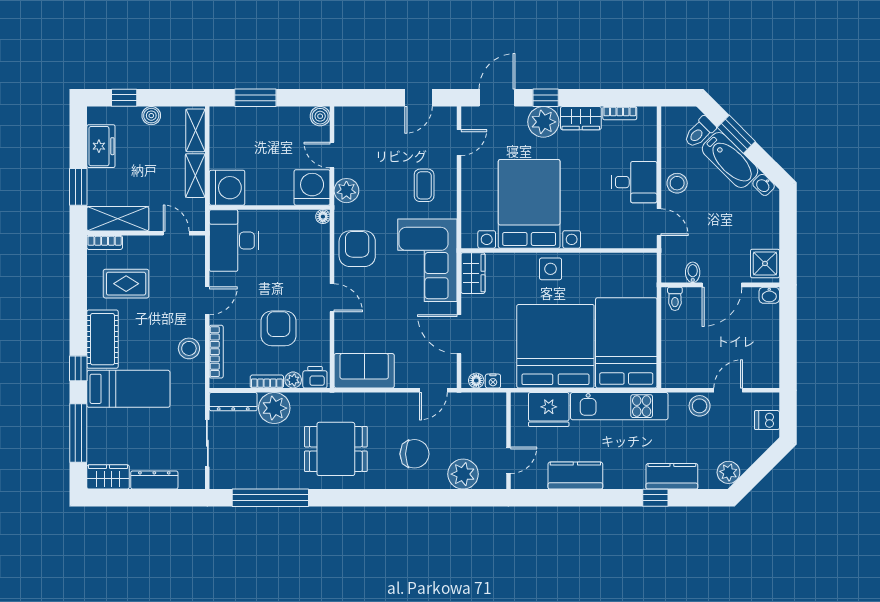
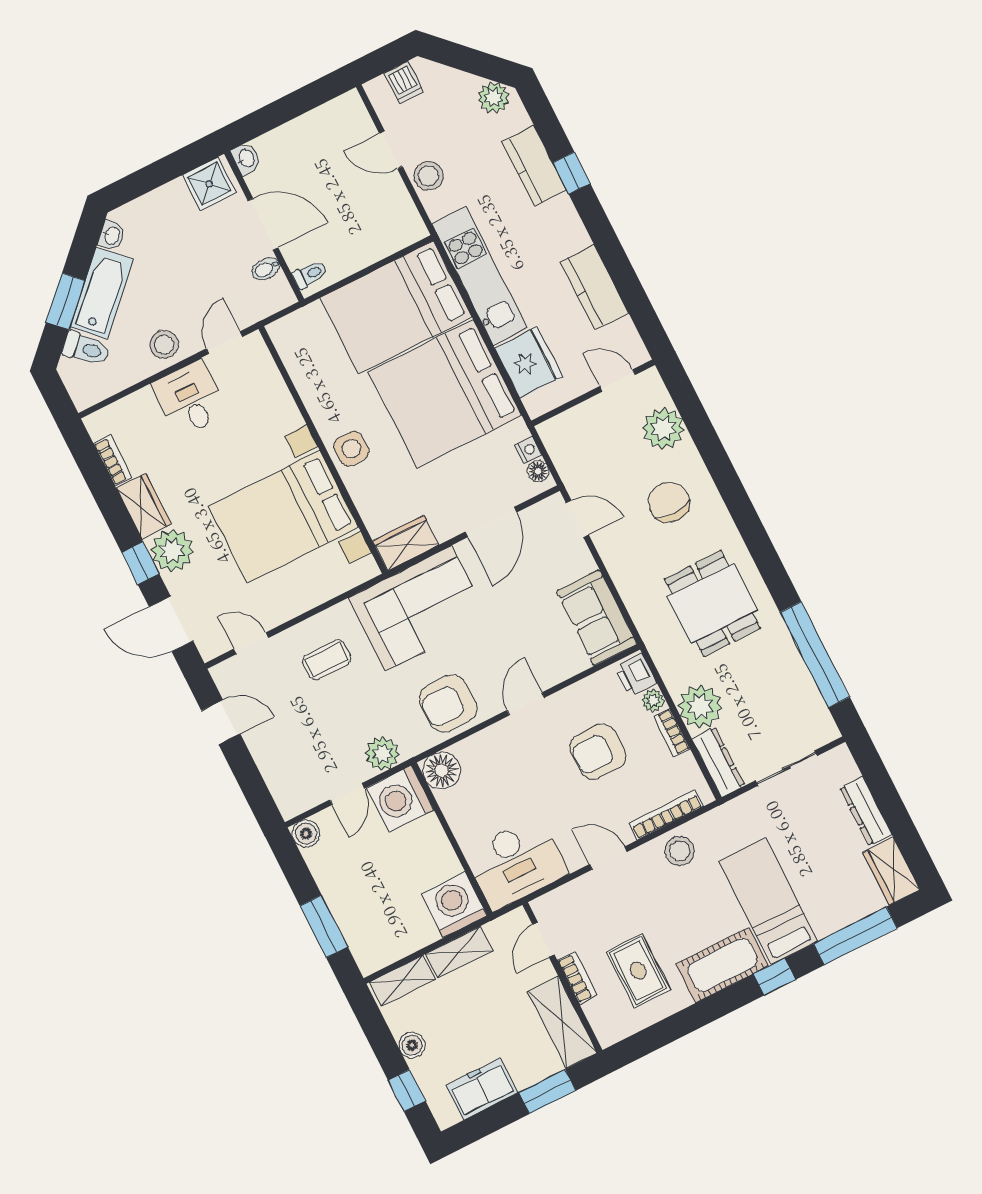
floor lamp: (323, 217) -> (442, 771), width x1.89, depth x1.89
bookcase: (105, 242) -> (577, 978), moved

